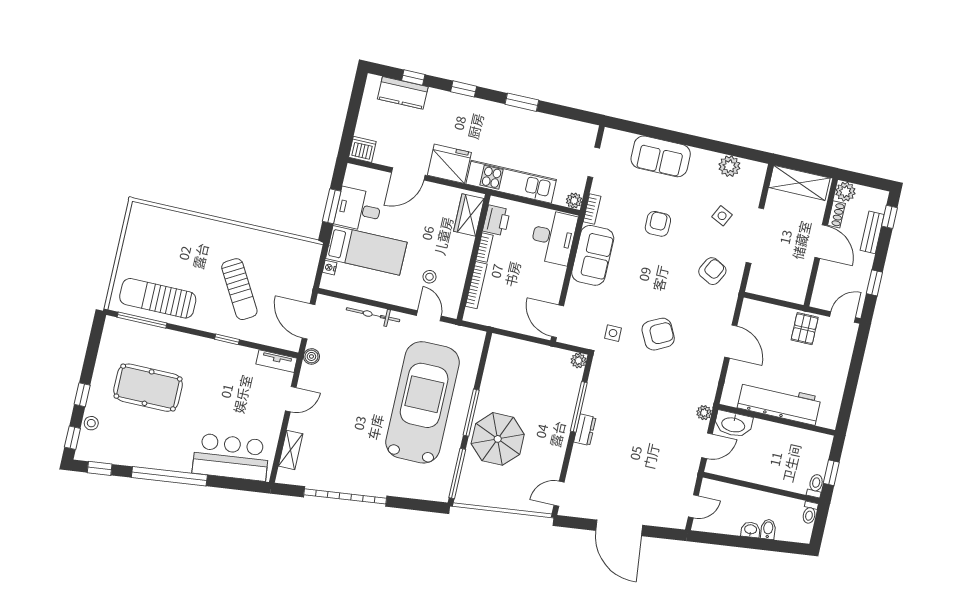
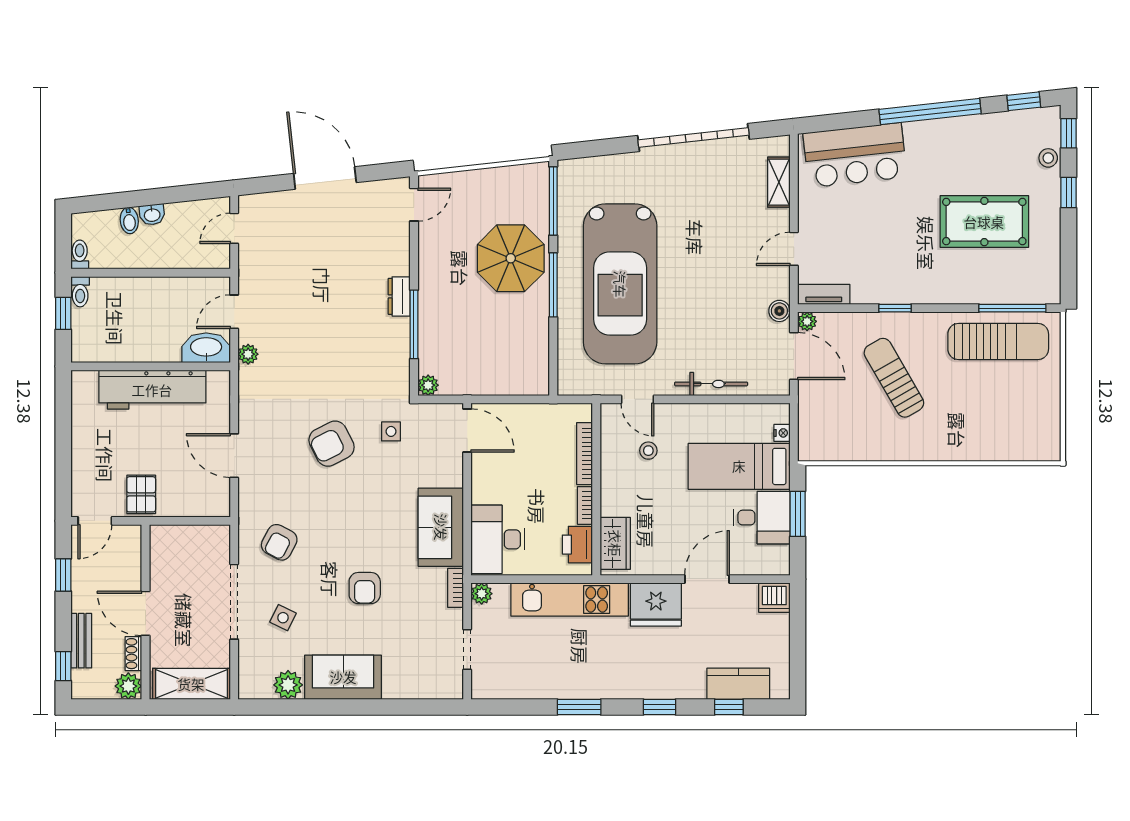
sofa: (661, 156) -> (343, 677), moved
plant: (293, 344) -> (807, 321), added

